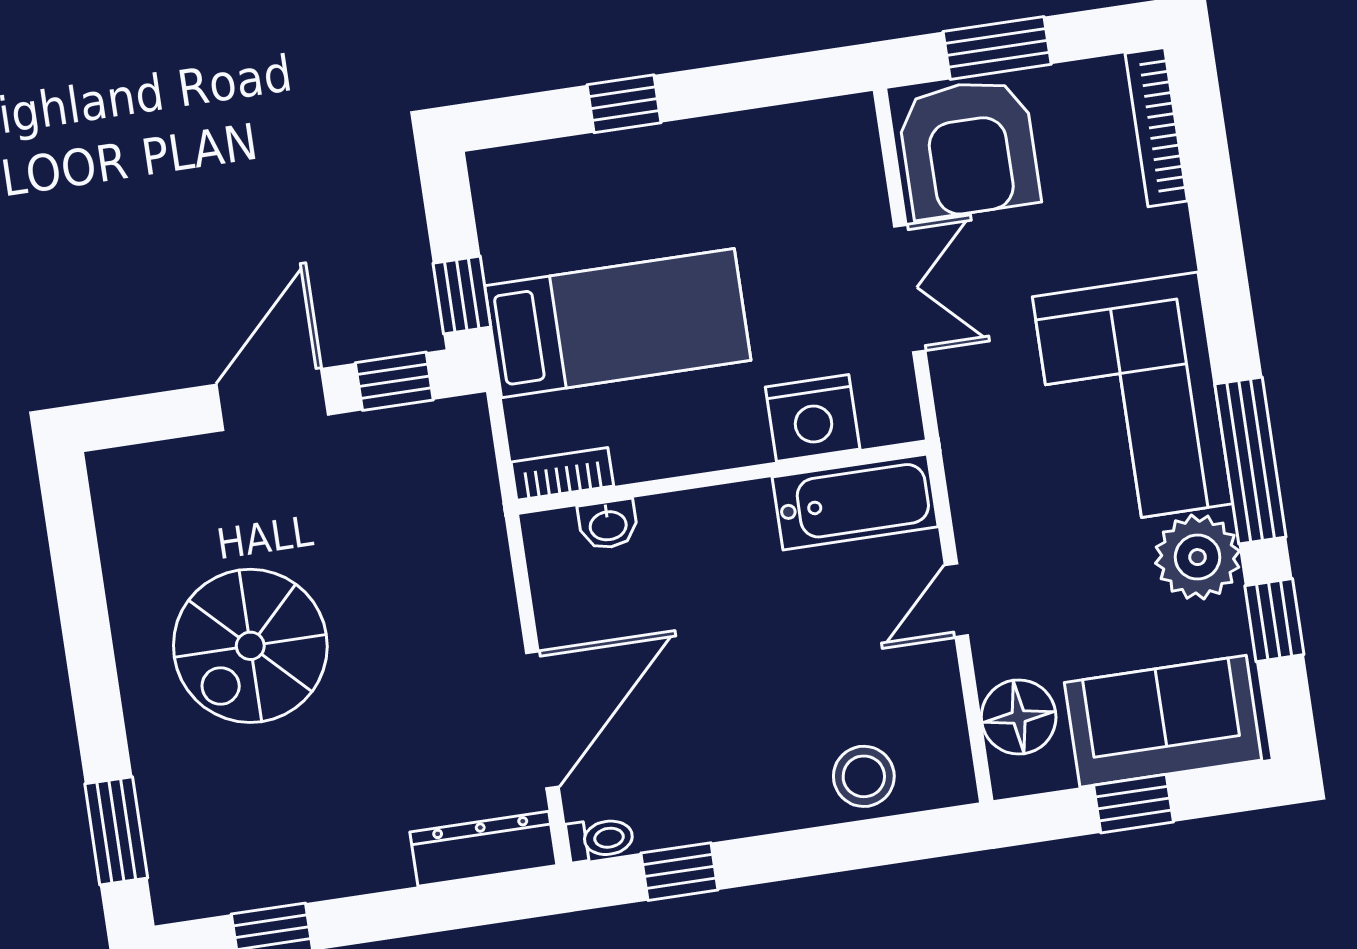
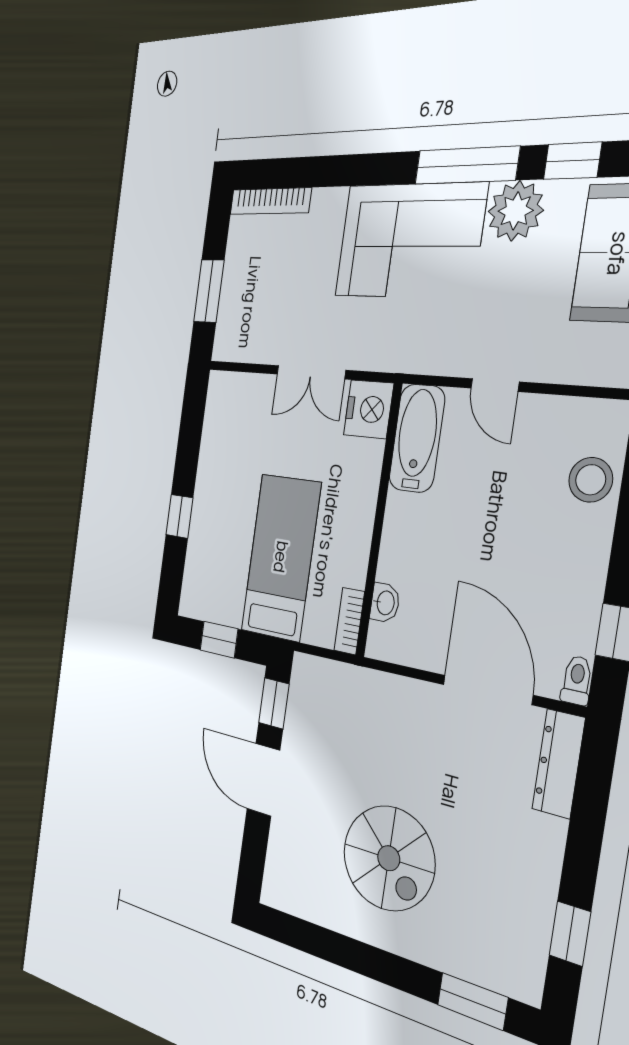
armchair: (969, 148) -> (251, 319), removed
double door: (910, 289) -> (311, 372), swing flipped
window: (462, 295) -> (219, 640), moved
nightstand: (813, 418) -> (369, 409), moved
floor lamp: (1019, 717) -> (583, 358), removed

